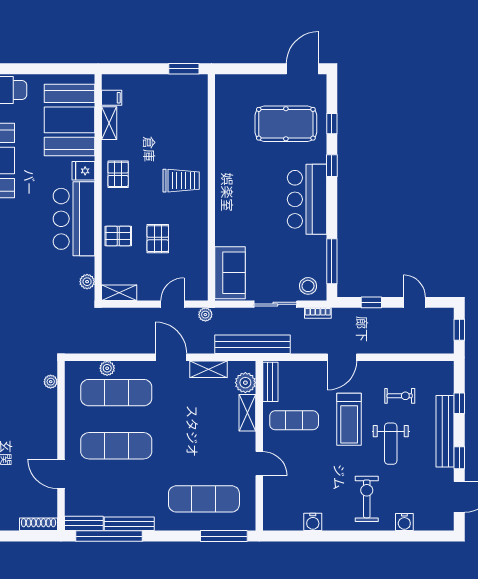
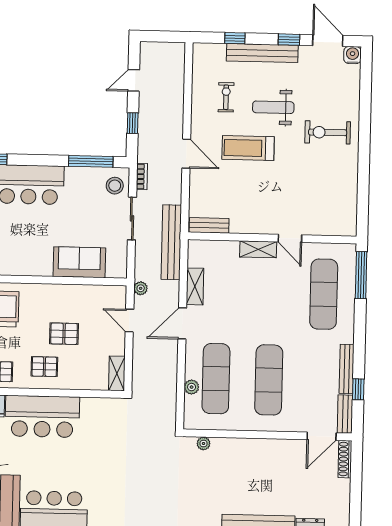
pallet: (118, 236) -> (44, 367), moved, turned 90
sofa: (230, 273) -> (79, 262), moved
plant: (87, 282) -> (105, 405), removed
window: (459, 330) -> (162, 36), removed
plant: (245, 383) -> (209, 250), removed
shelving: (247, 413) -> (258, 249), moved
treadmill: (349, 419) -> (248, 148), turned 180
exercise mat: (294, 420) -> (248, 203), removed
weight bench: (391, 444) -> (273, 107), turned 180
door: (259, 464) -> (290, 238), swing flipped
door: (61, 474) -> (322, 436), moved
water cooler: (313, 522) -> (349, 187), removed
water cooler: (404, 522) -> (352, 55), moved, turned -90
window: (109, 536) -> (358, 389), width x0.32

